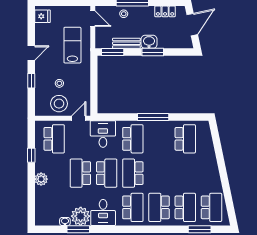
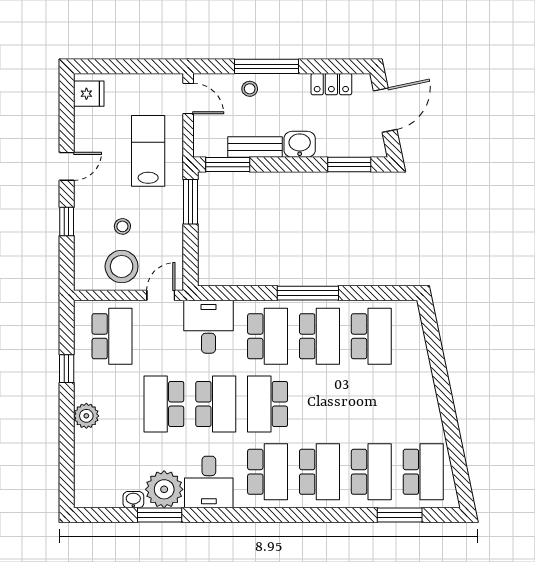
window: (153, 52) -> (349, 164), moved
window: (94, 71) -> (190, 202), added
school desk: (159, 139) -> (319, 336), added
school desk: (159, 207) -> (319, 472), turned 180

